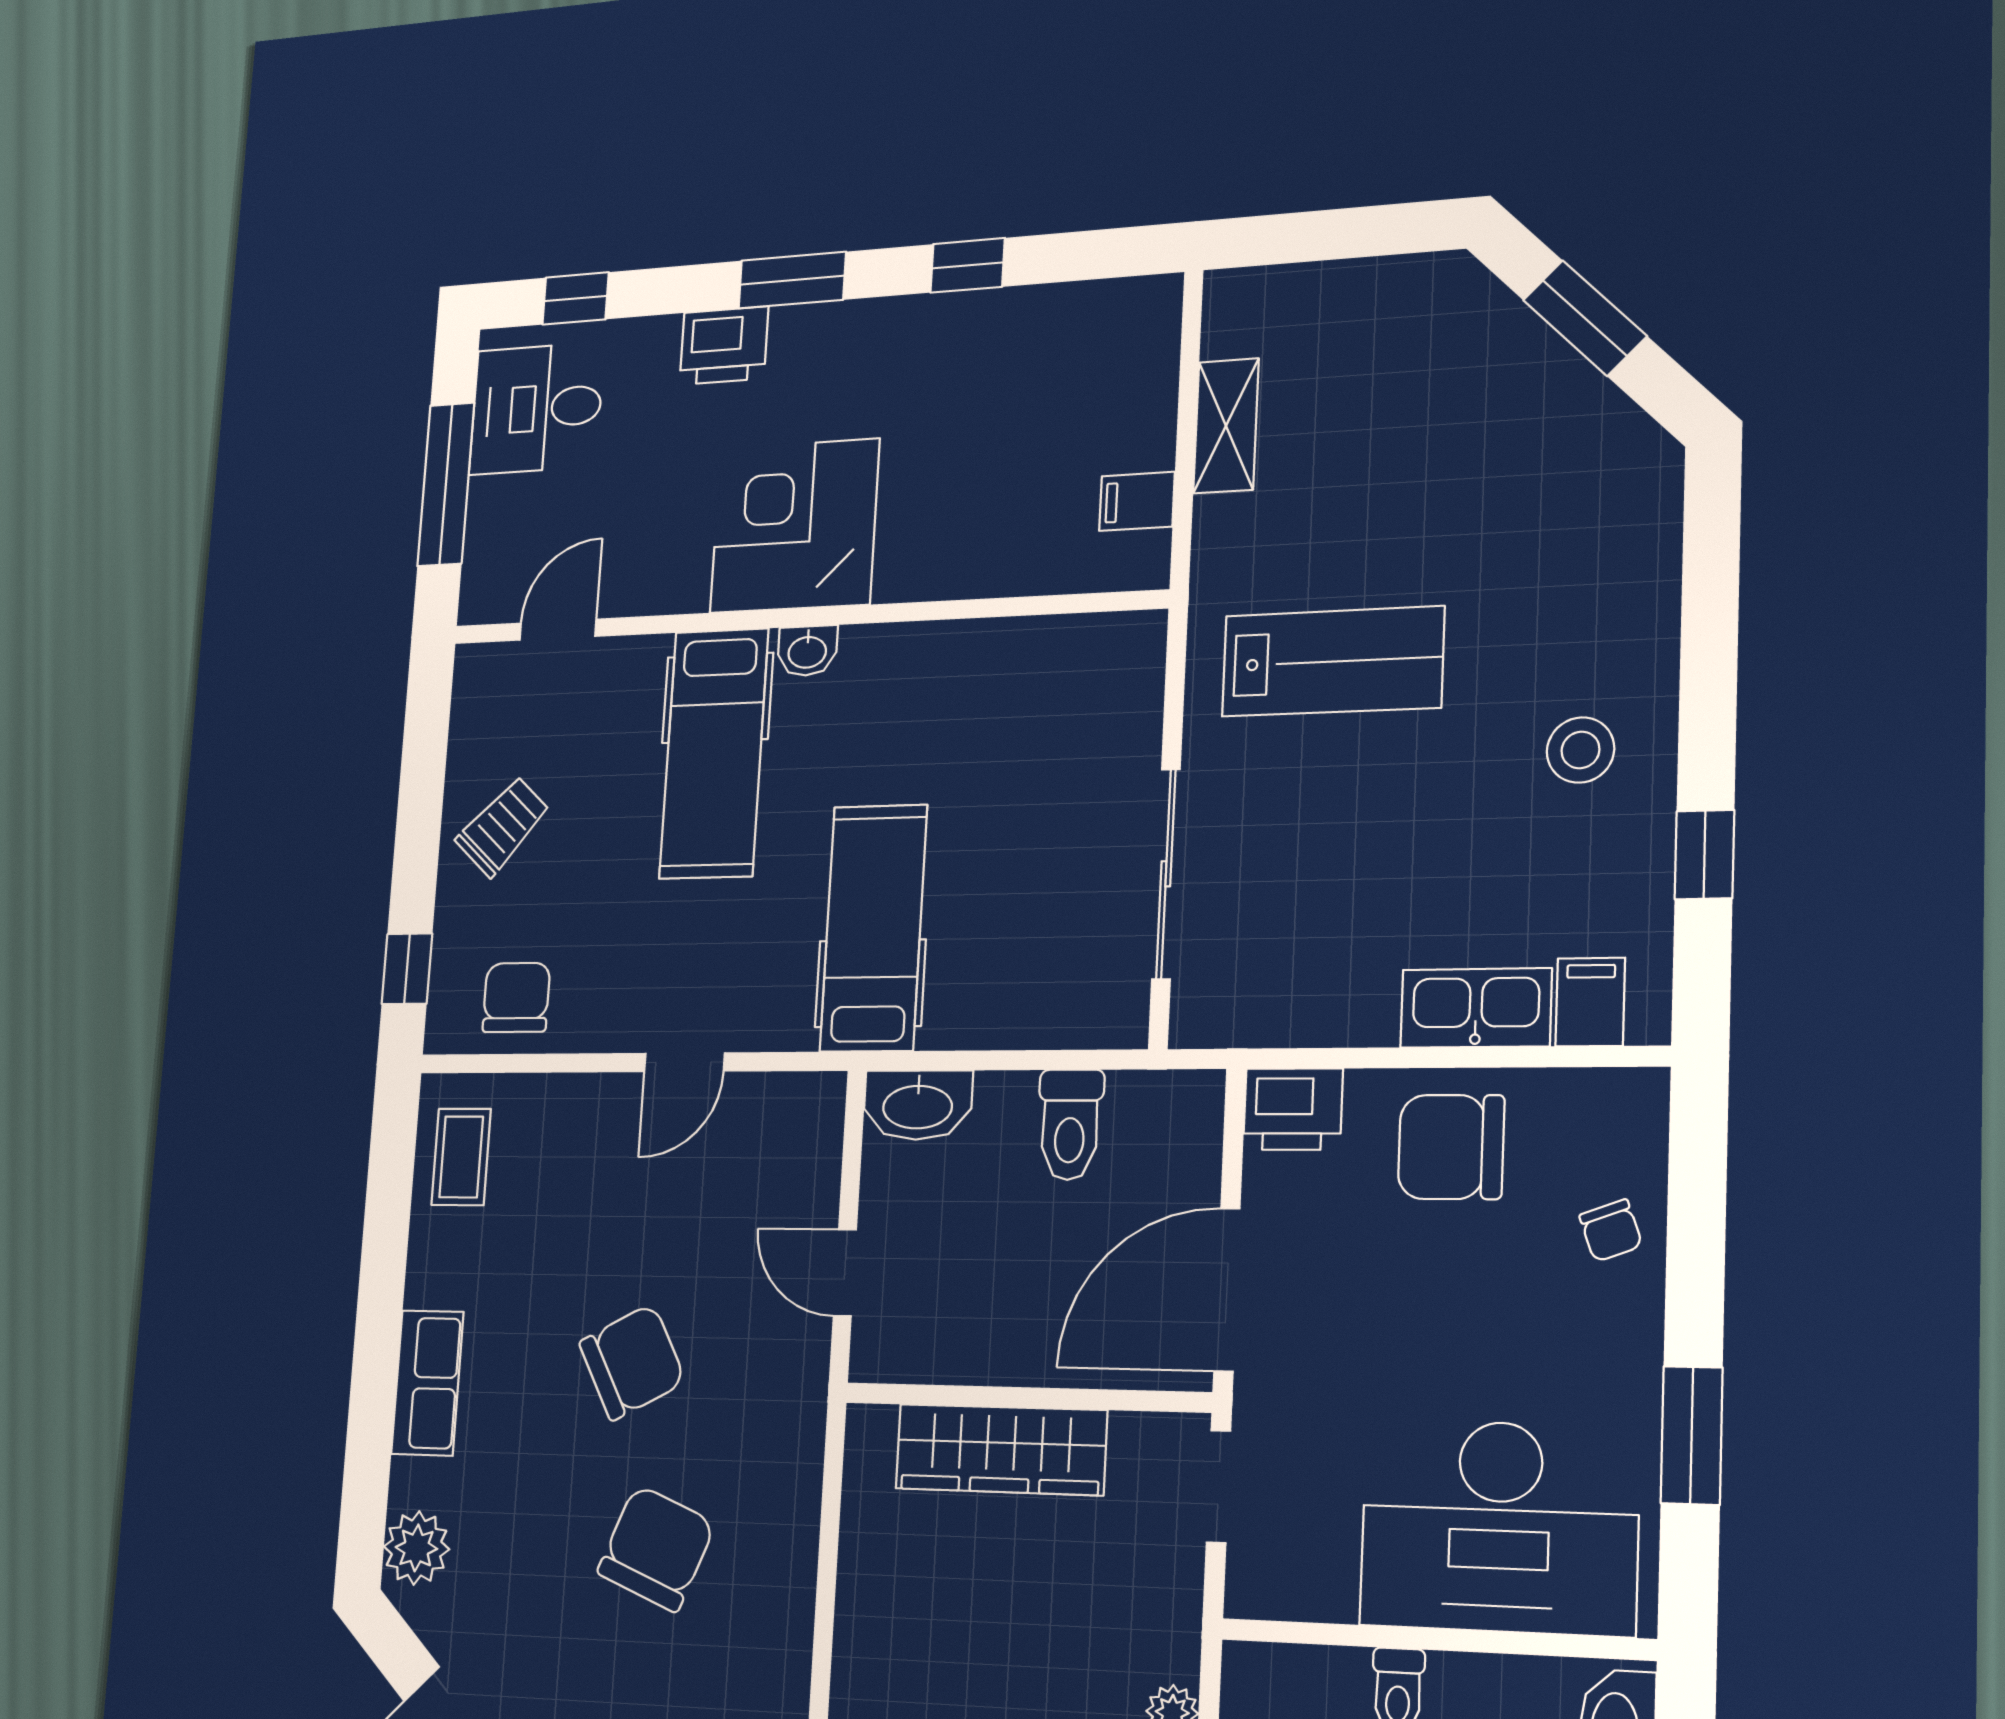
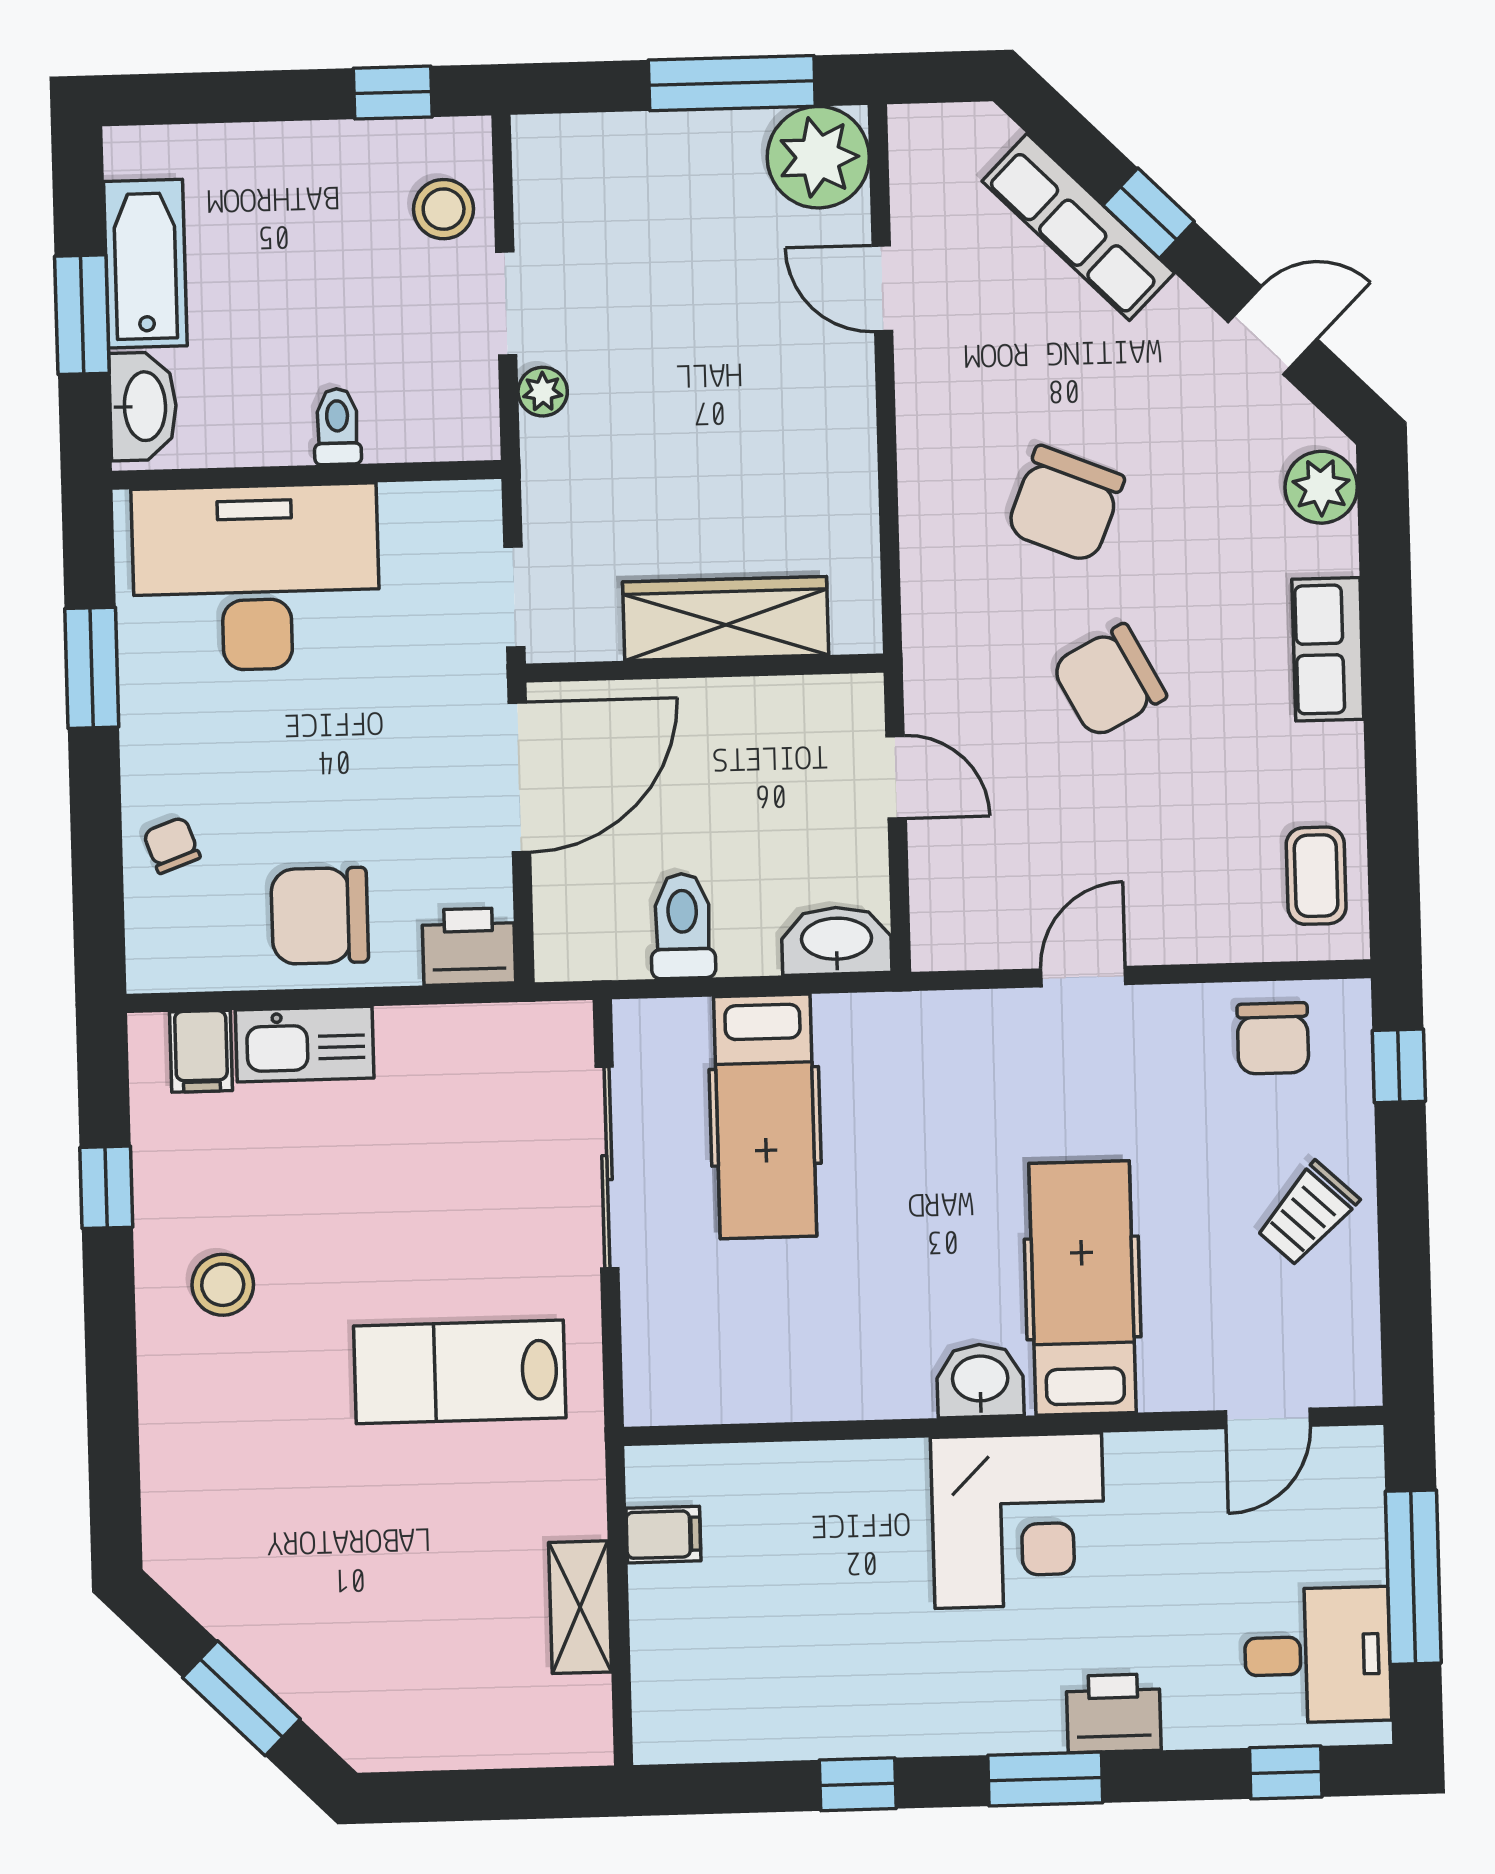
washbasin: (807, 651) -> (980, 1381), width x1.38, depth x1.45
hospital bed: (874, 928) -> (765, 1116), moved
chair: (1451, 1147) -> (320, 916), turned 180

